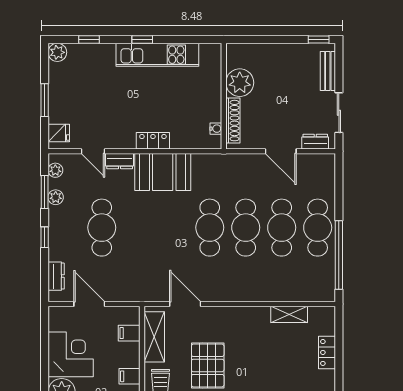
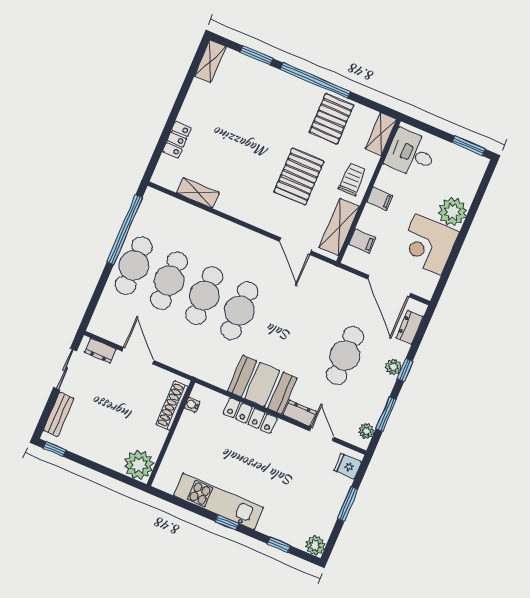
plant: (240, 83) -> (139, 465), moved
locker: (153, 141) -> (250, 416), width x1.53
plant: (56, 197) -> (393, 367), moved
door: (89, 304) -> (389, 286), width x1.36

